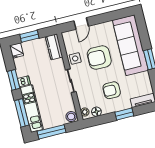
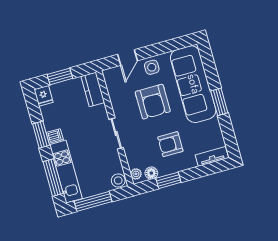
side table: (75, 58) -> (152, 67), moved
armchair: (99, 58) -> (153, 102), turned -90
window: (124, 114) -> (168, 180), moved

